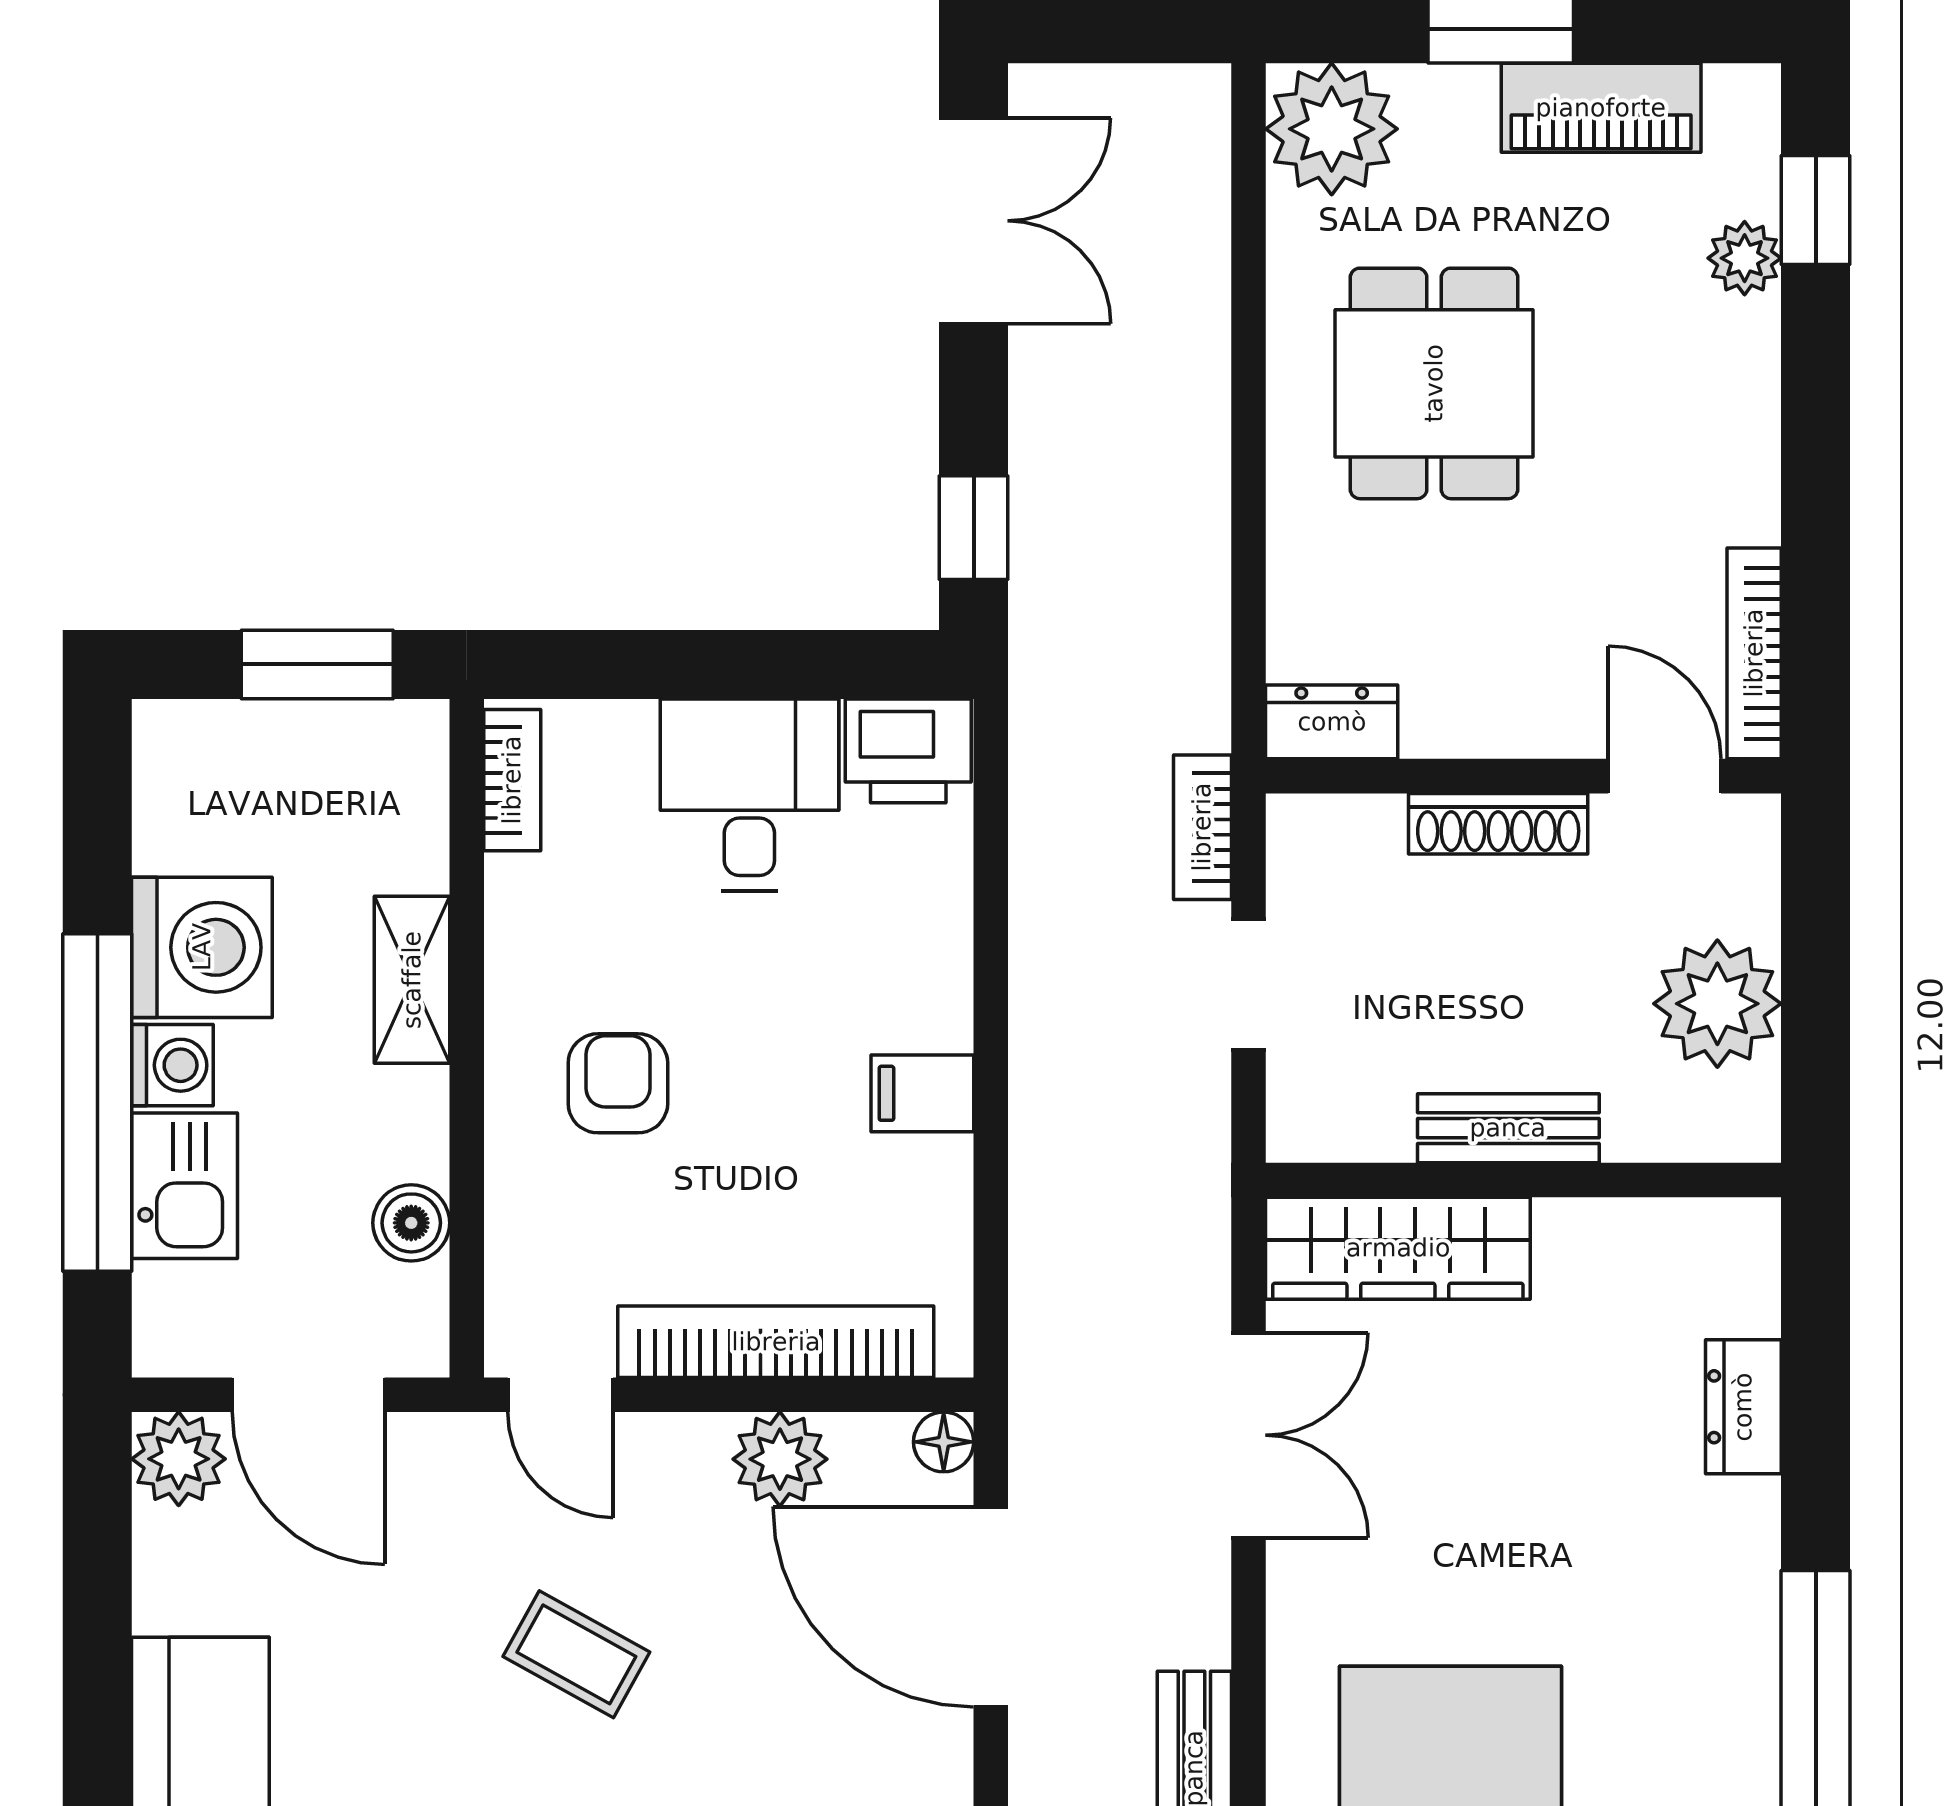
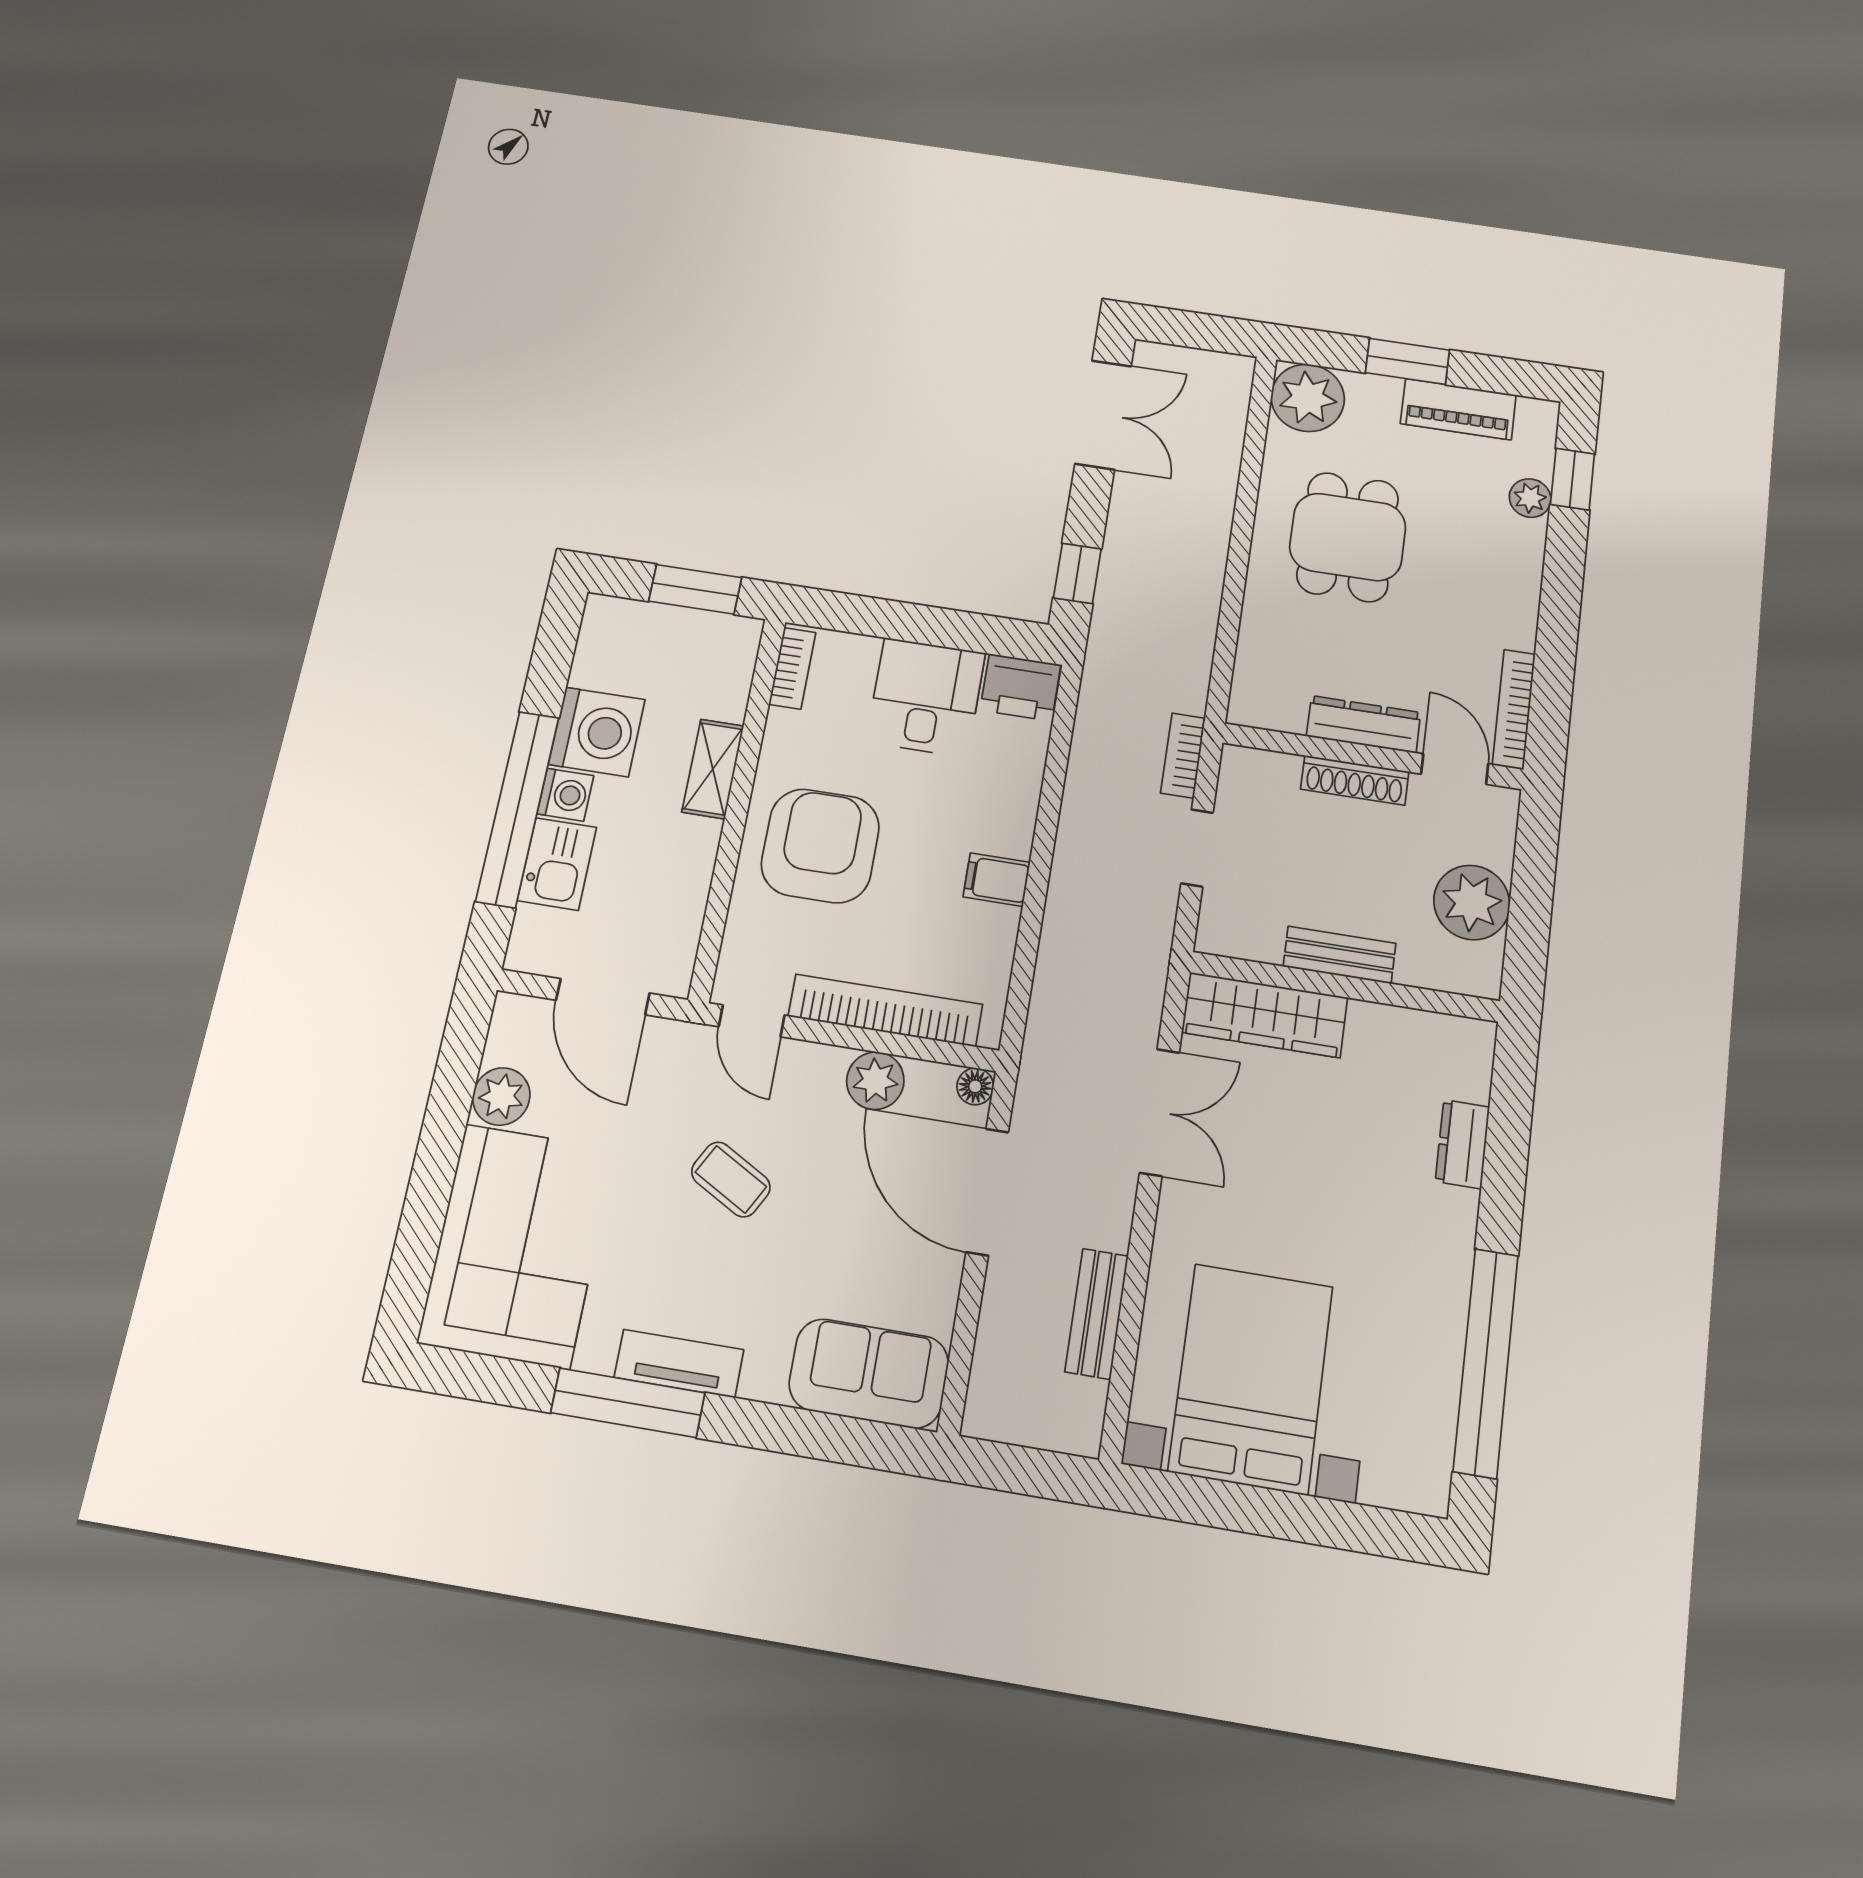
dresser: (1332, 722) -> (1364, 724), moved, width x1.44
armchair: (618, 1083) -> (820, 846), width x1.88, depth x1.88
boiler: (411, 1223) -> (684, 906), removed
plant: (179, 1459) -> (501, 1096), moved

